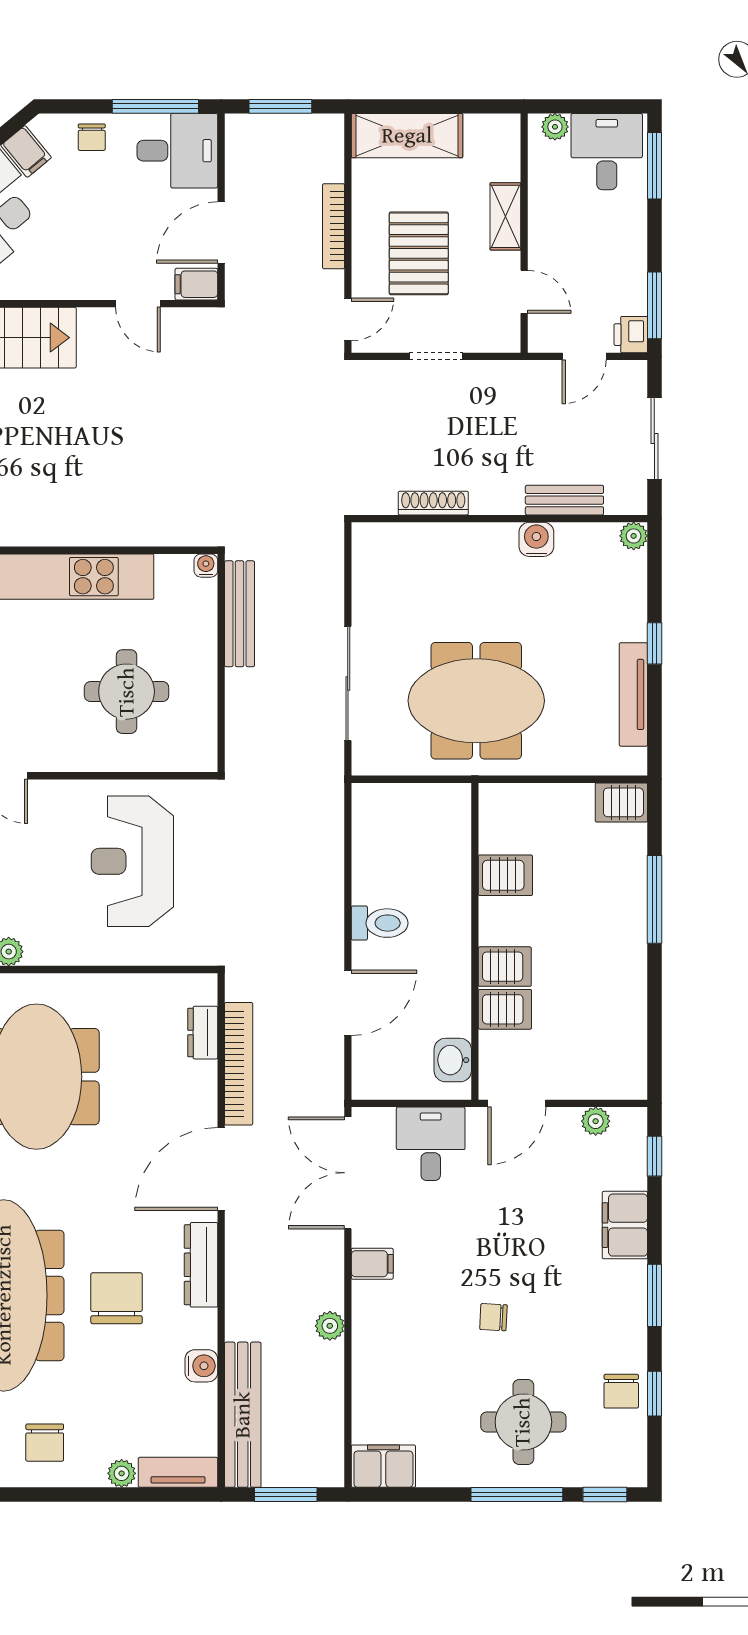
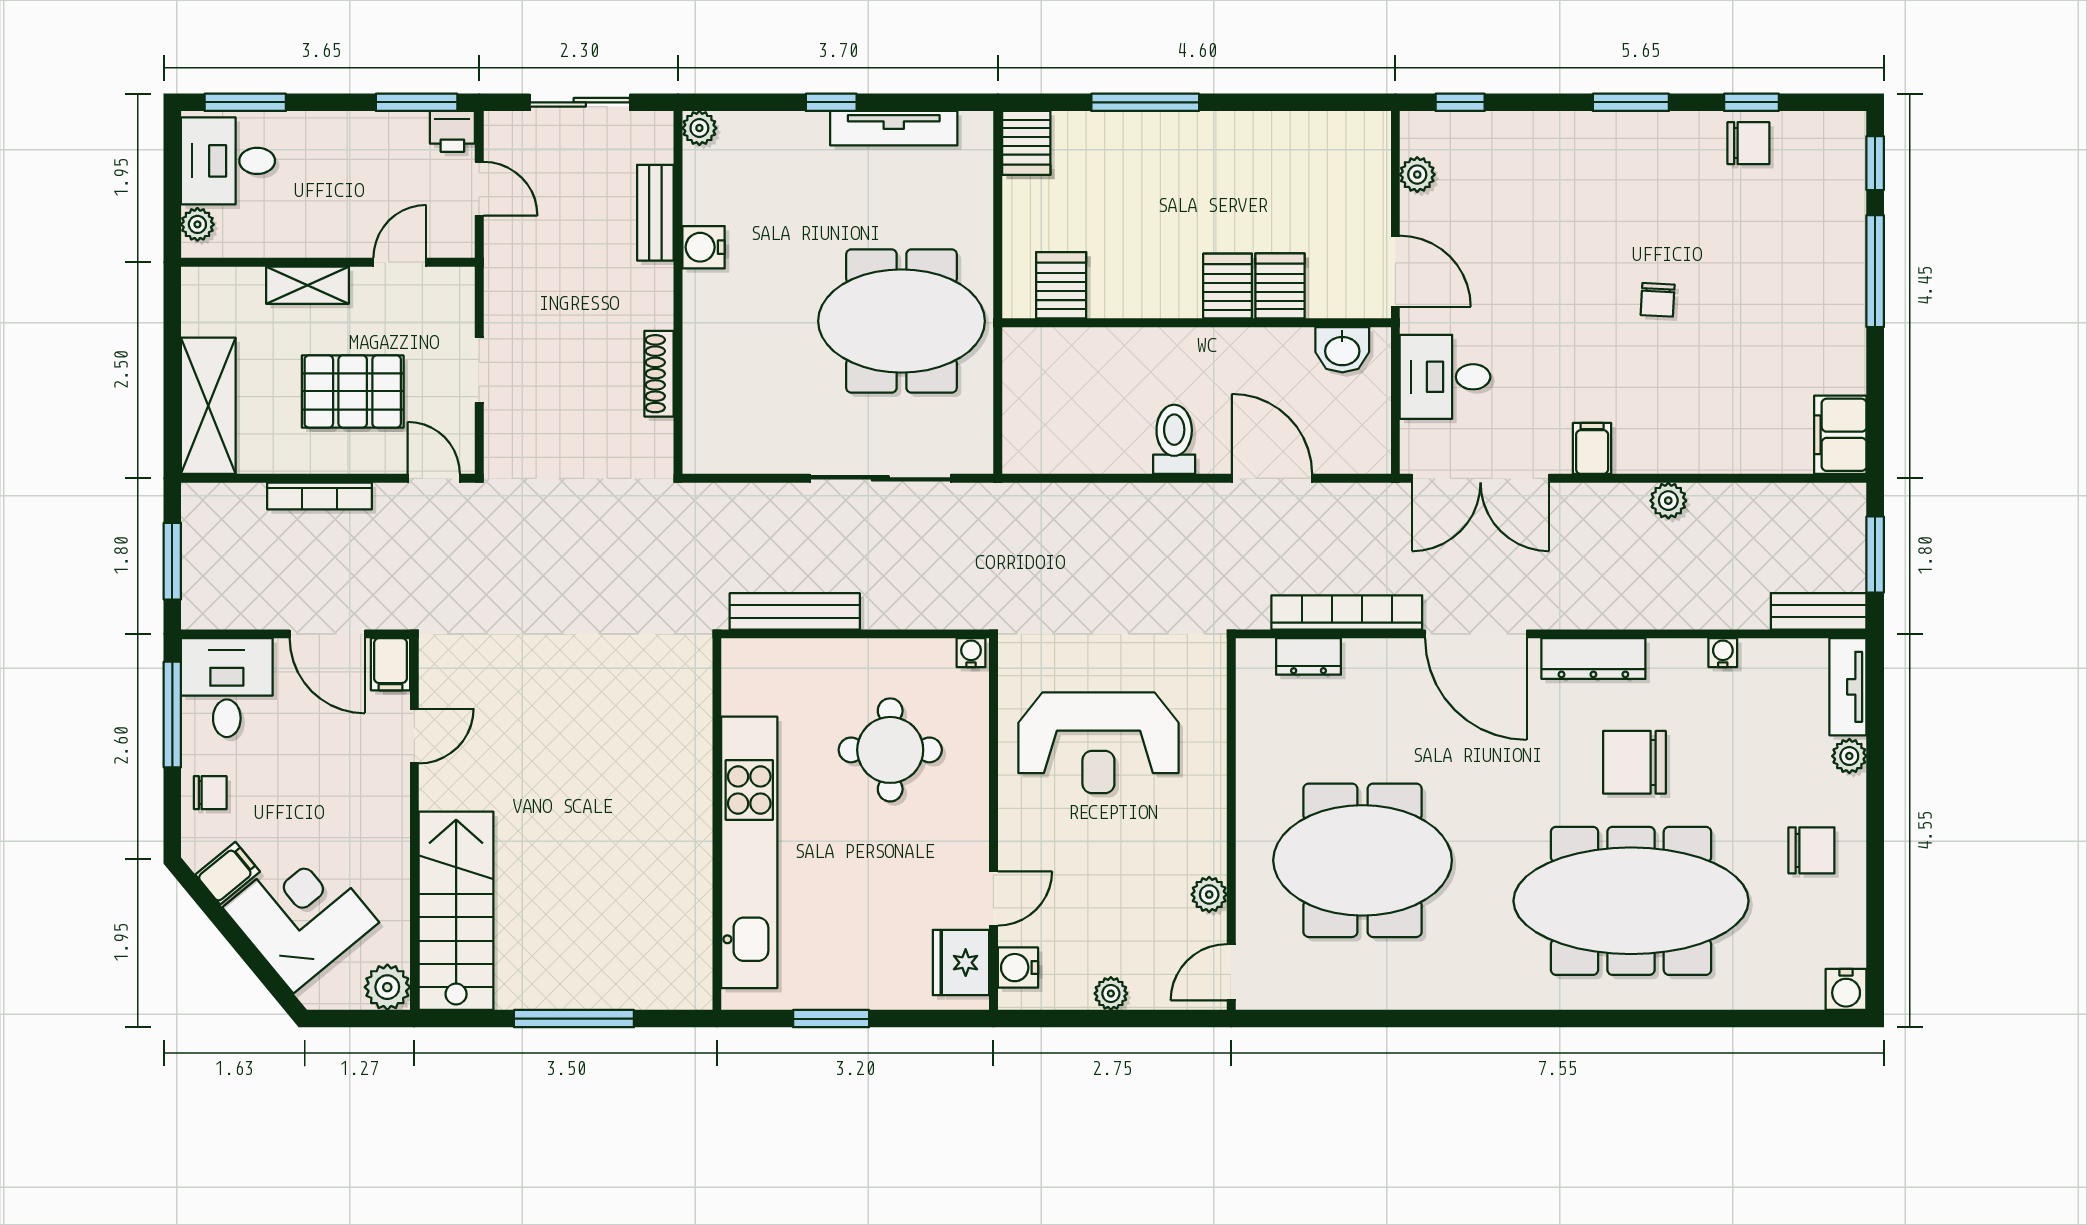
water cooler: (206, 566) -> (971, 653), moved, turned 90
meeting table: (476, 701) -> (901, 321), turned 90
server rack: (505, 875) -> (1061, 285), moved
filing cabinet: (625, 1225) -> (1545, 139), removed
water cooler: (201, 1366) -> (1723, 653), width x0.72, depth x0.72
bench: (243, 1415) -> (1819, 611), width x0.54, depth x0.82
round table: (523, 1422) -> (1786, 263), removed

